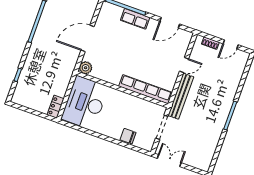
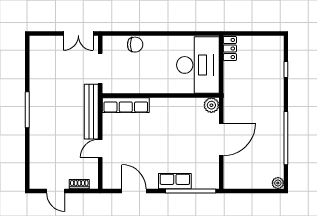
door: (170, 23) -> (134, 191), hinge flipped
door: (231, 44) -> (56, 191), swing flipped
row of seats: (146, 89) -> (126, 105), width x0.73

